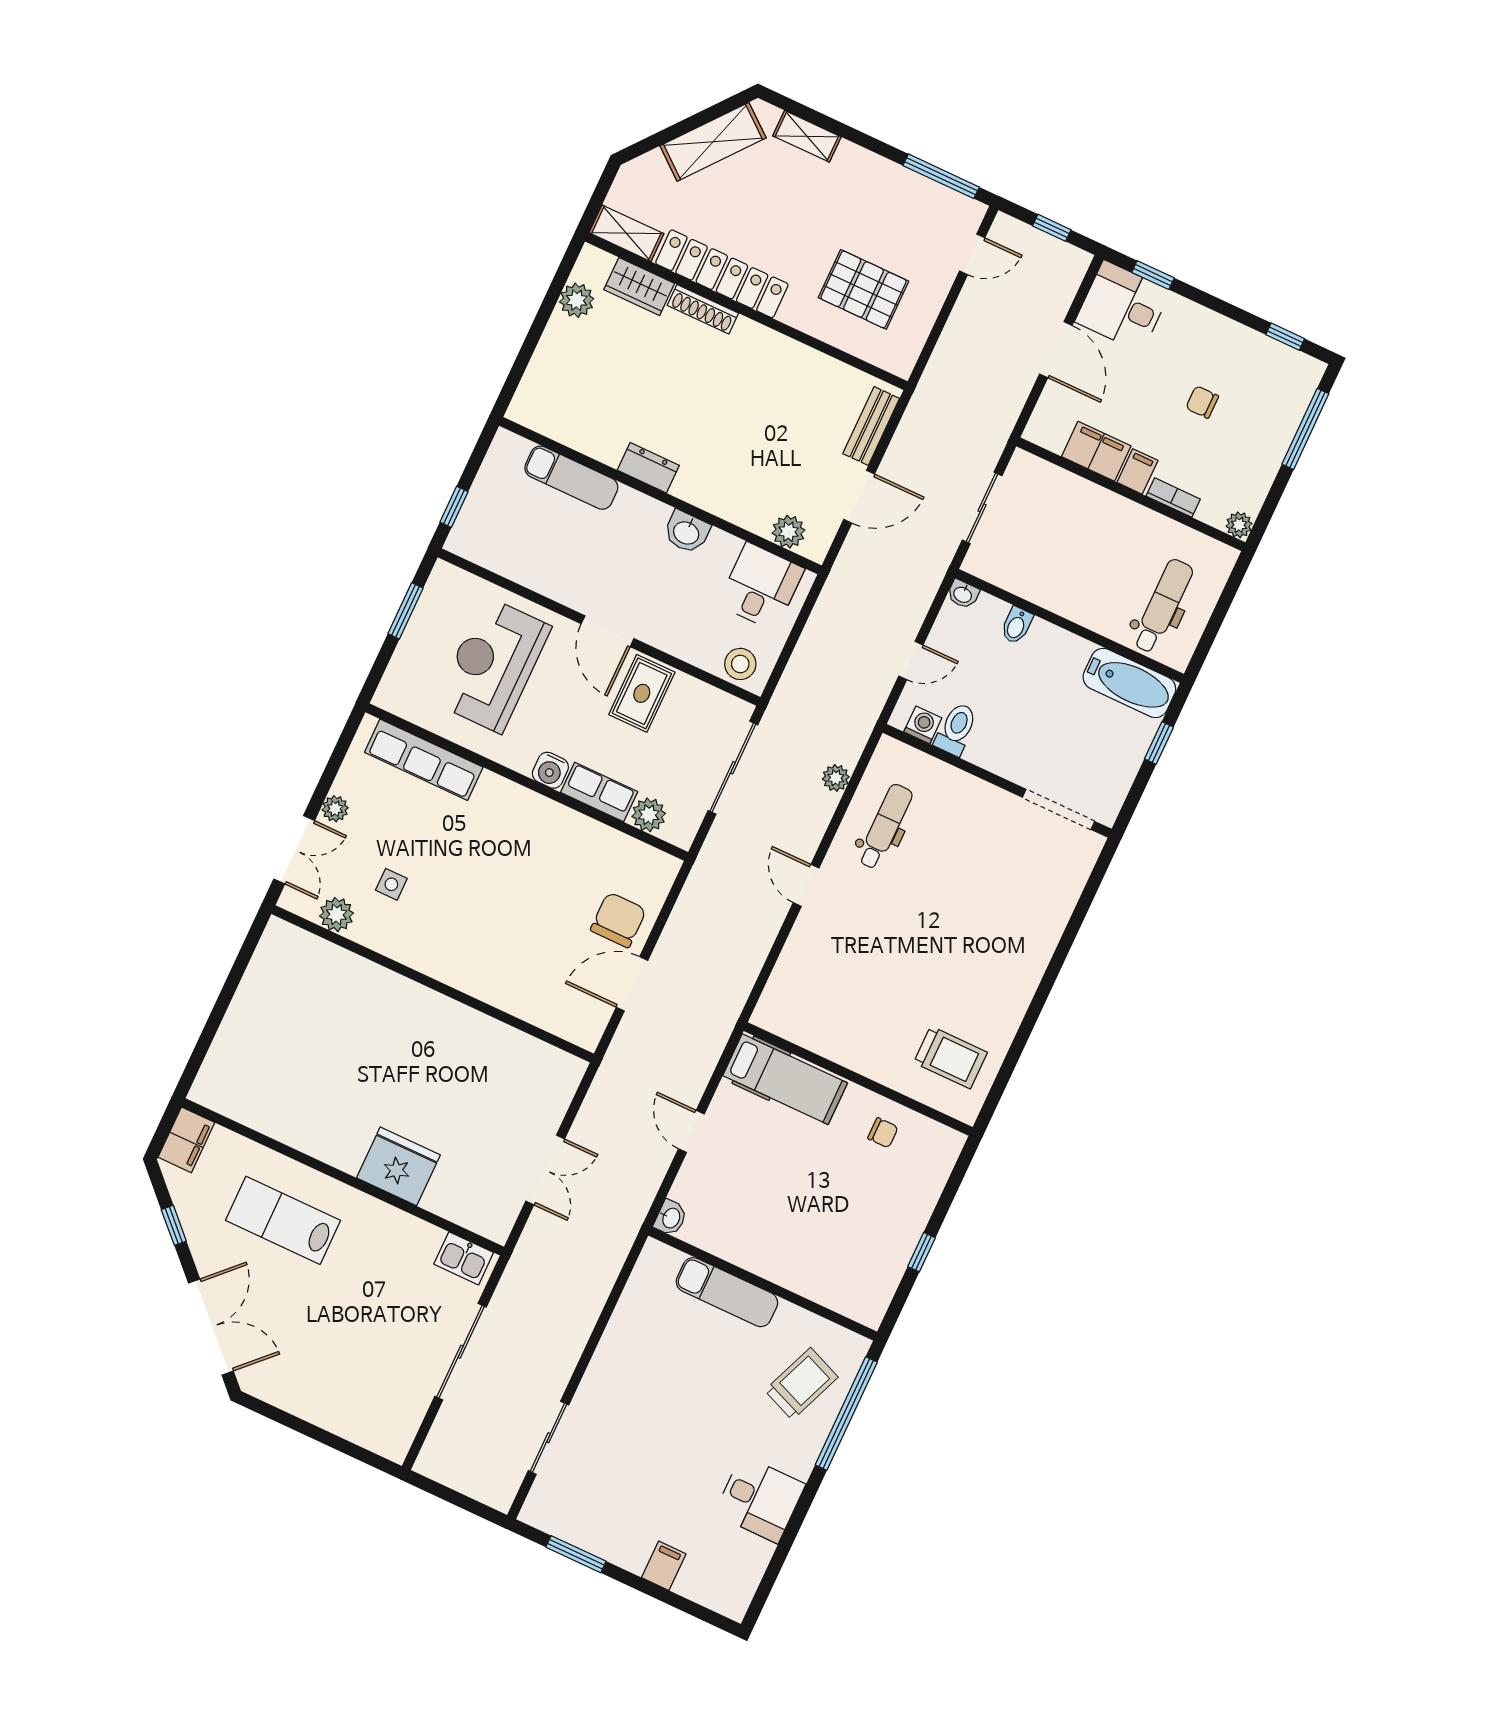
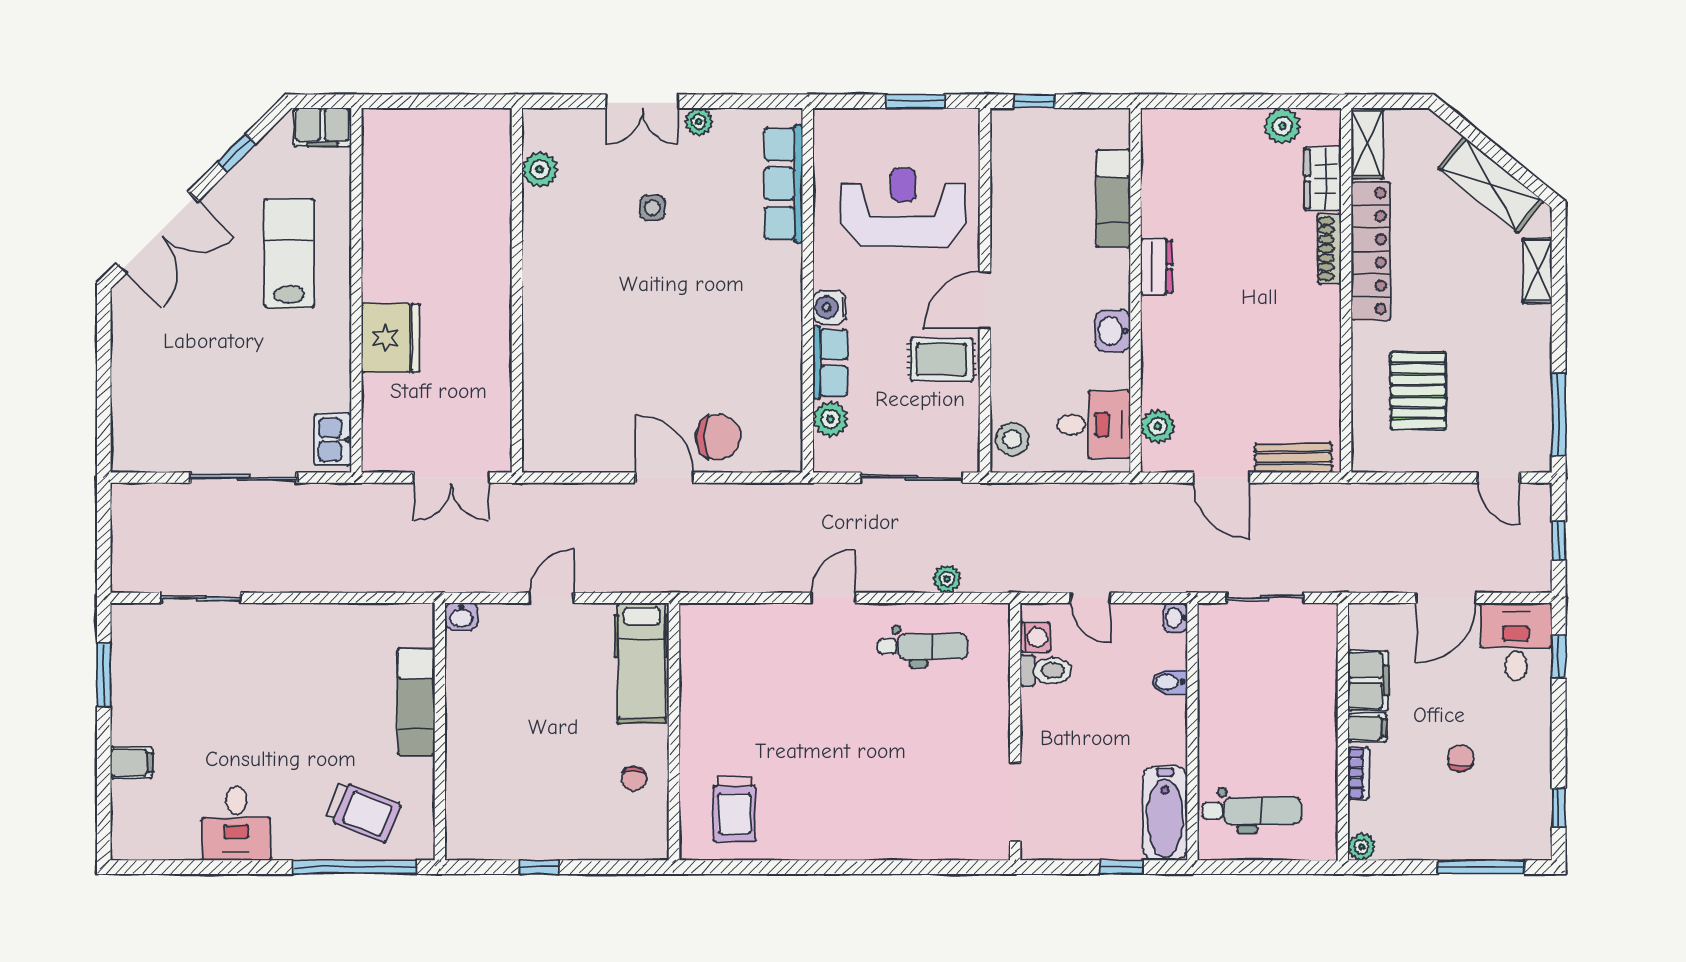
plant: (336, 915) -> (540, 170), moved
wall: (433, 984) -> (517, 290), moved

